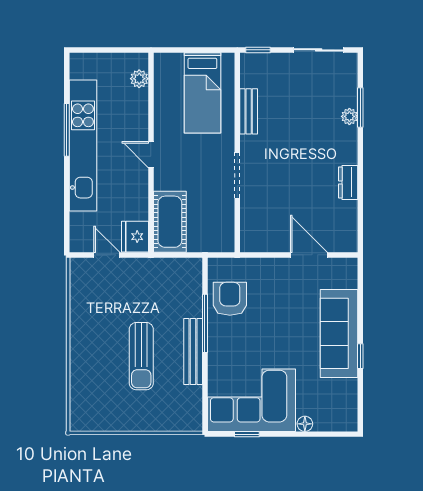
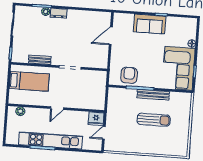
dresser: (348, 182) -> (59, 13), moved
cot: (170, 222) -> (90, 101), removed
armchair: (230, 299) -> (129, 75), turned 90
sofa: (339, 333) -> (150, 24), width x0.73

